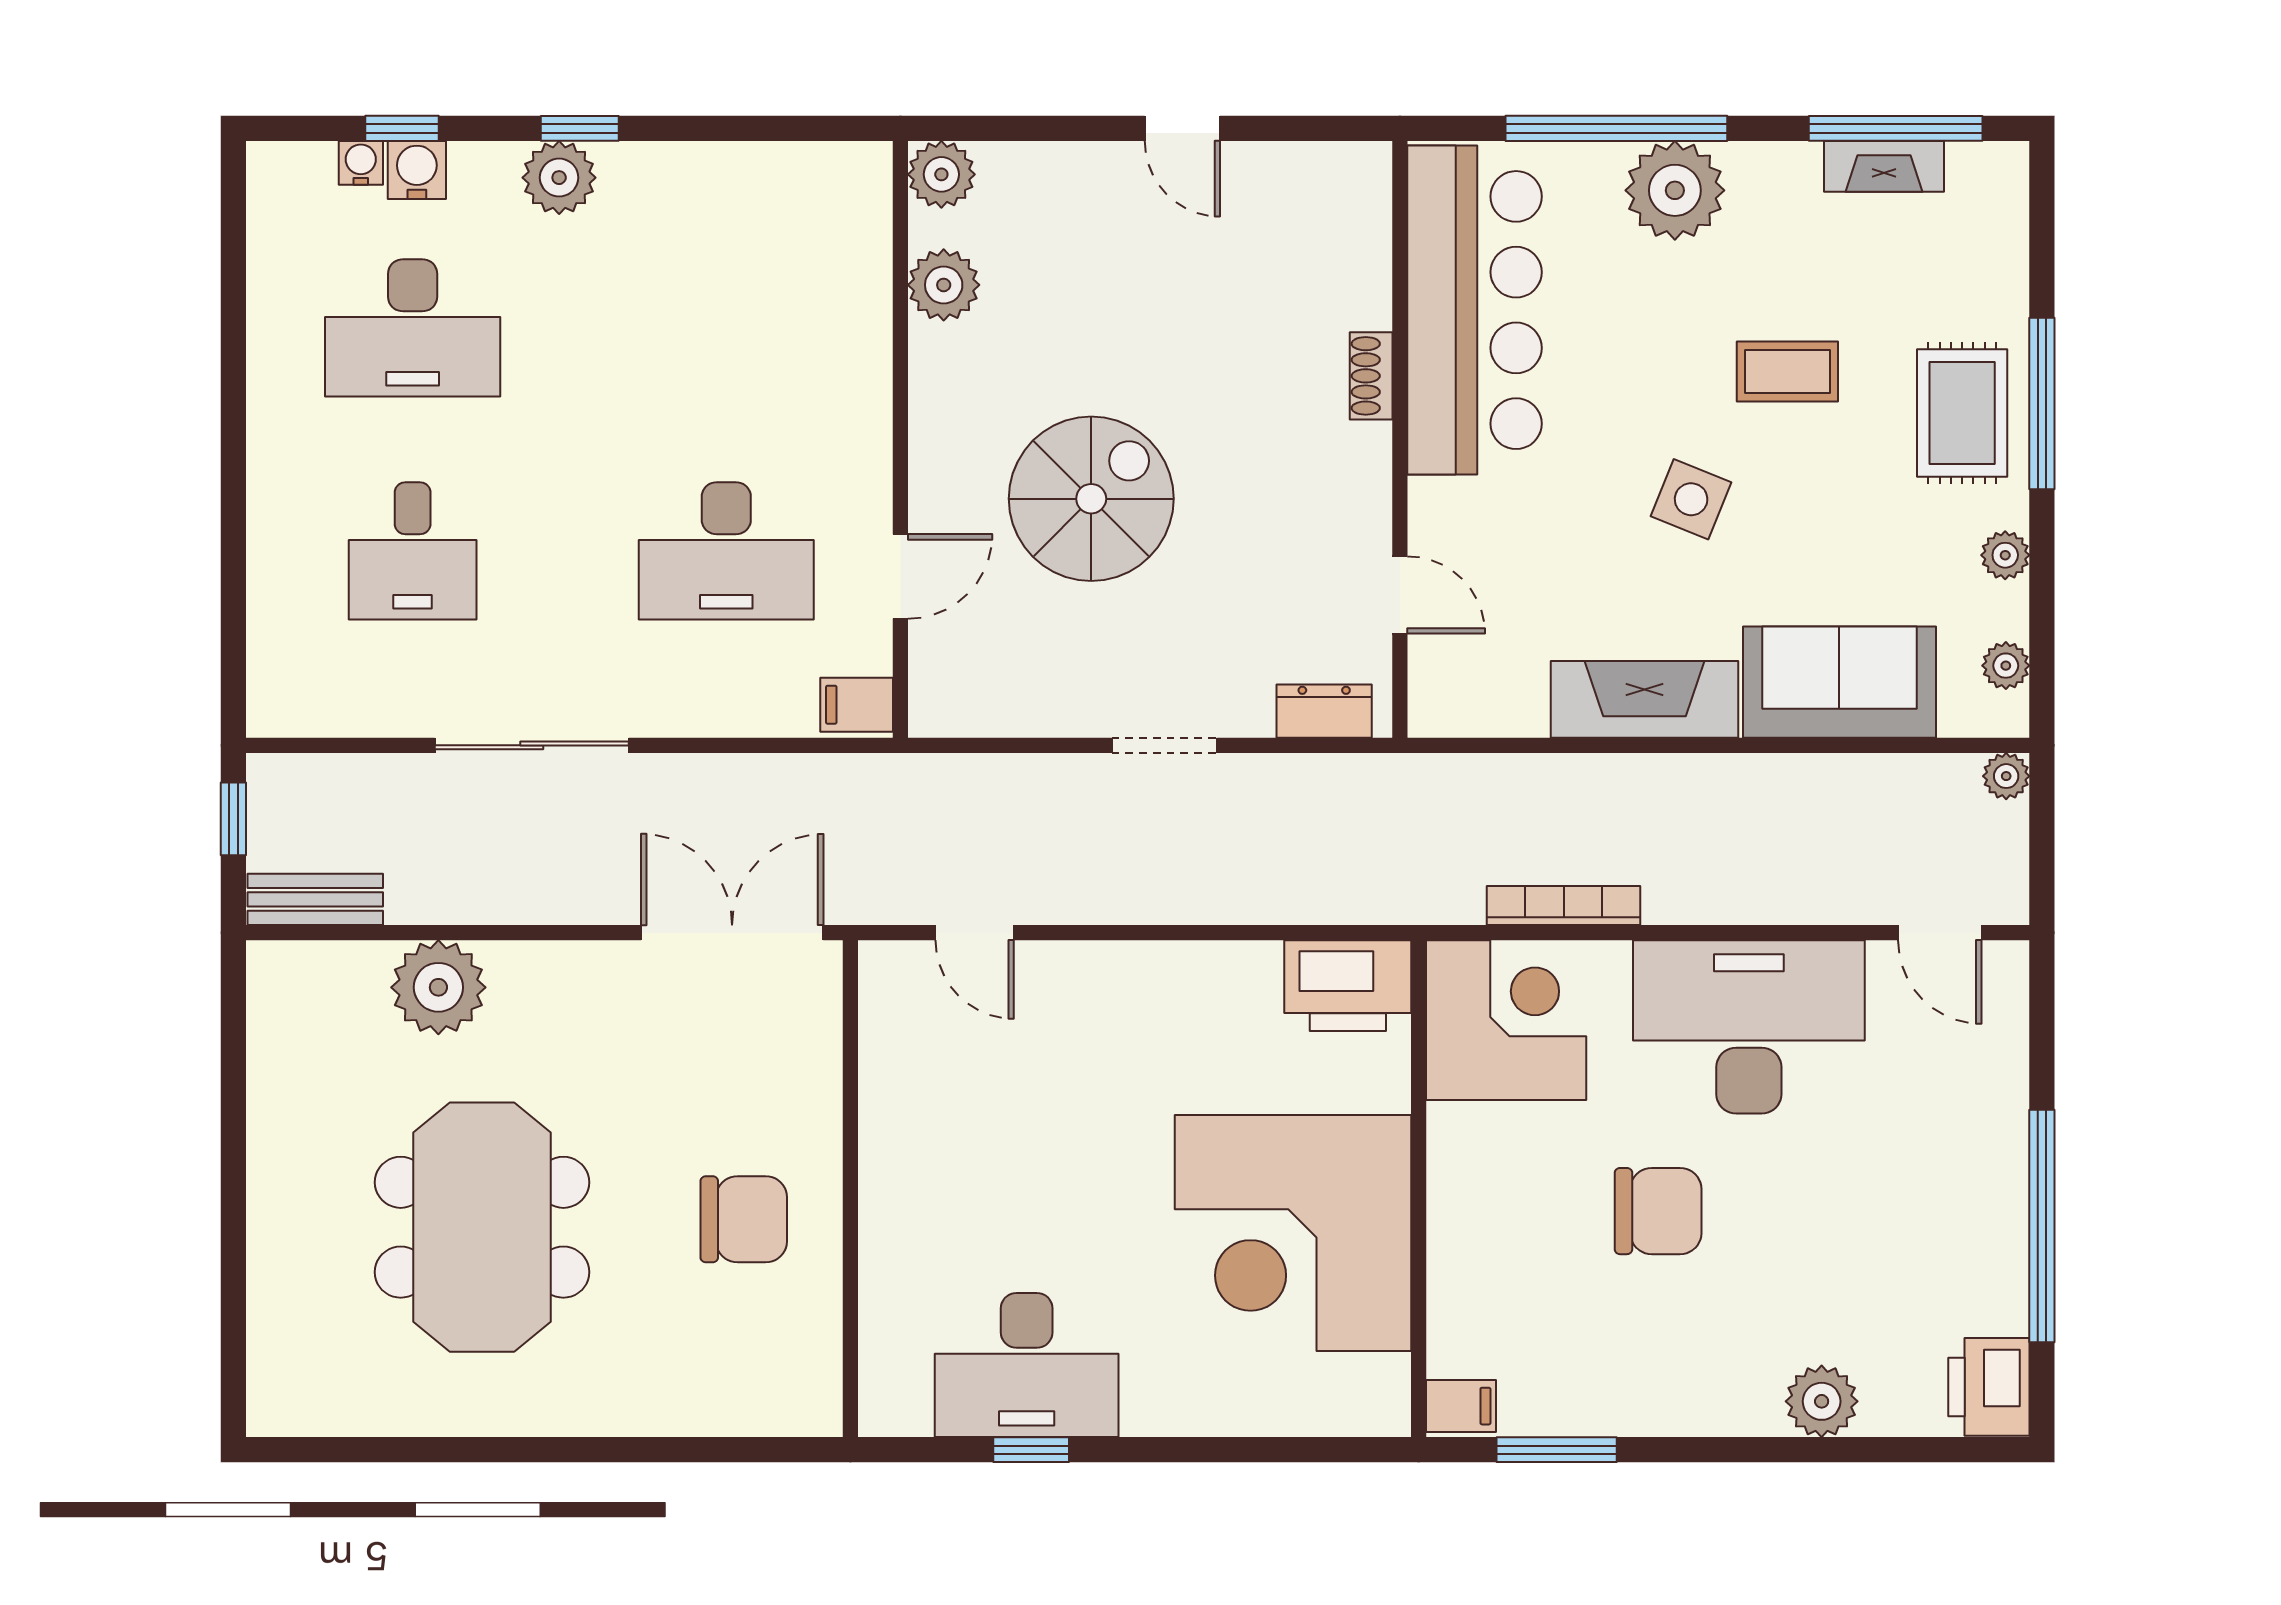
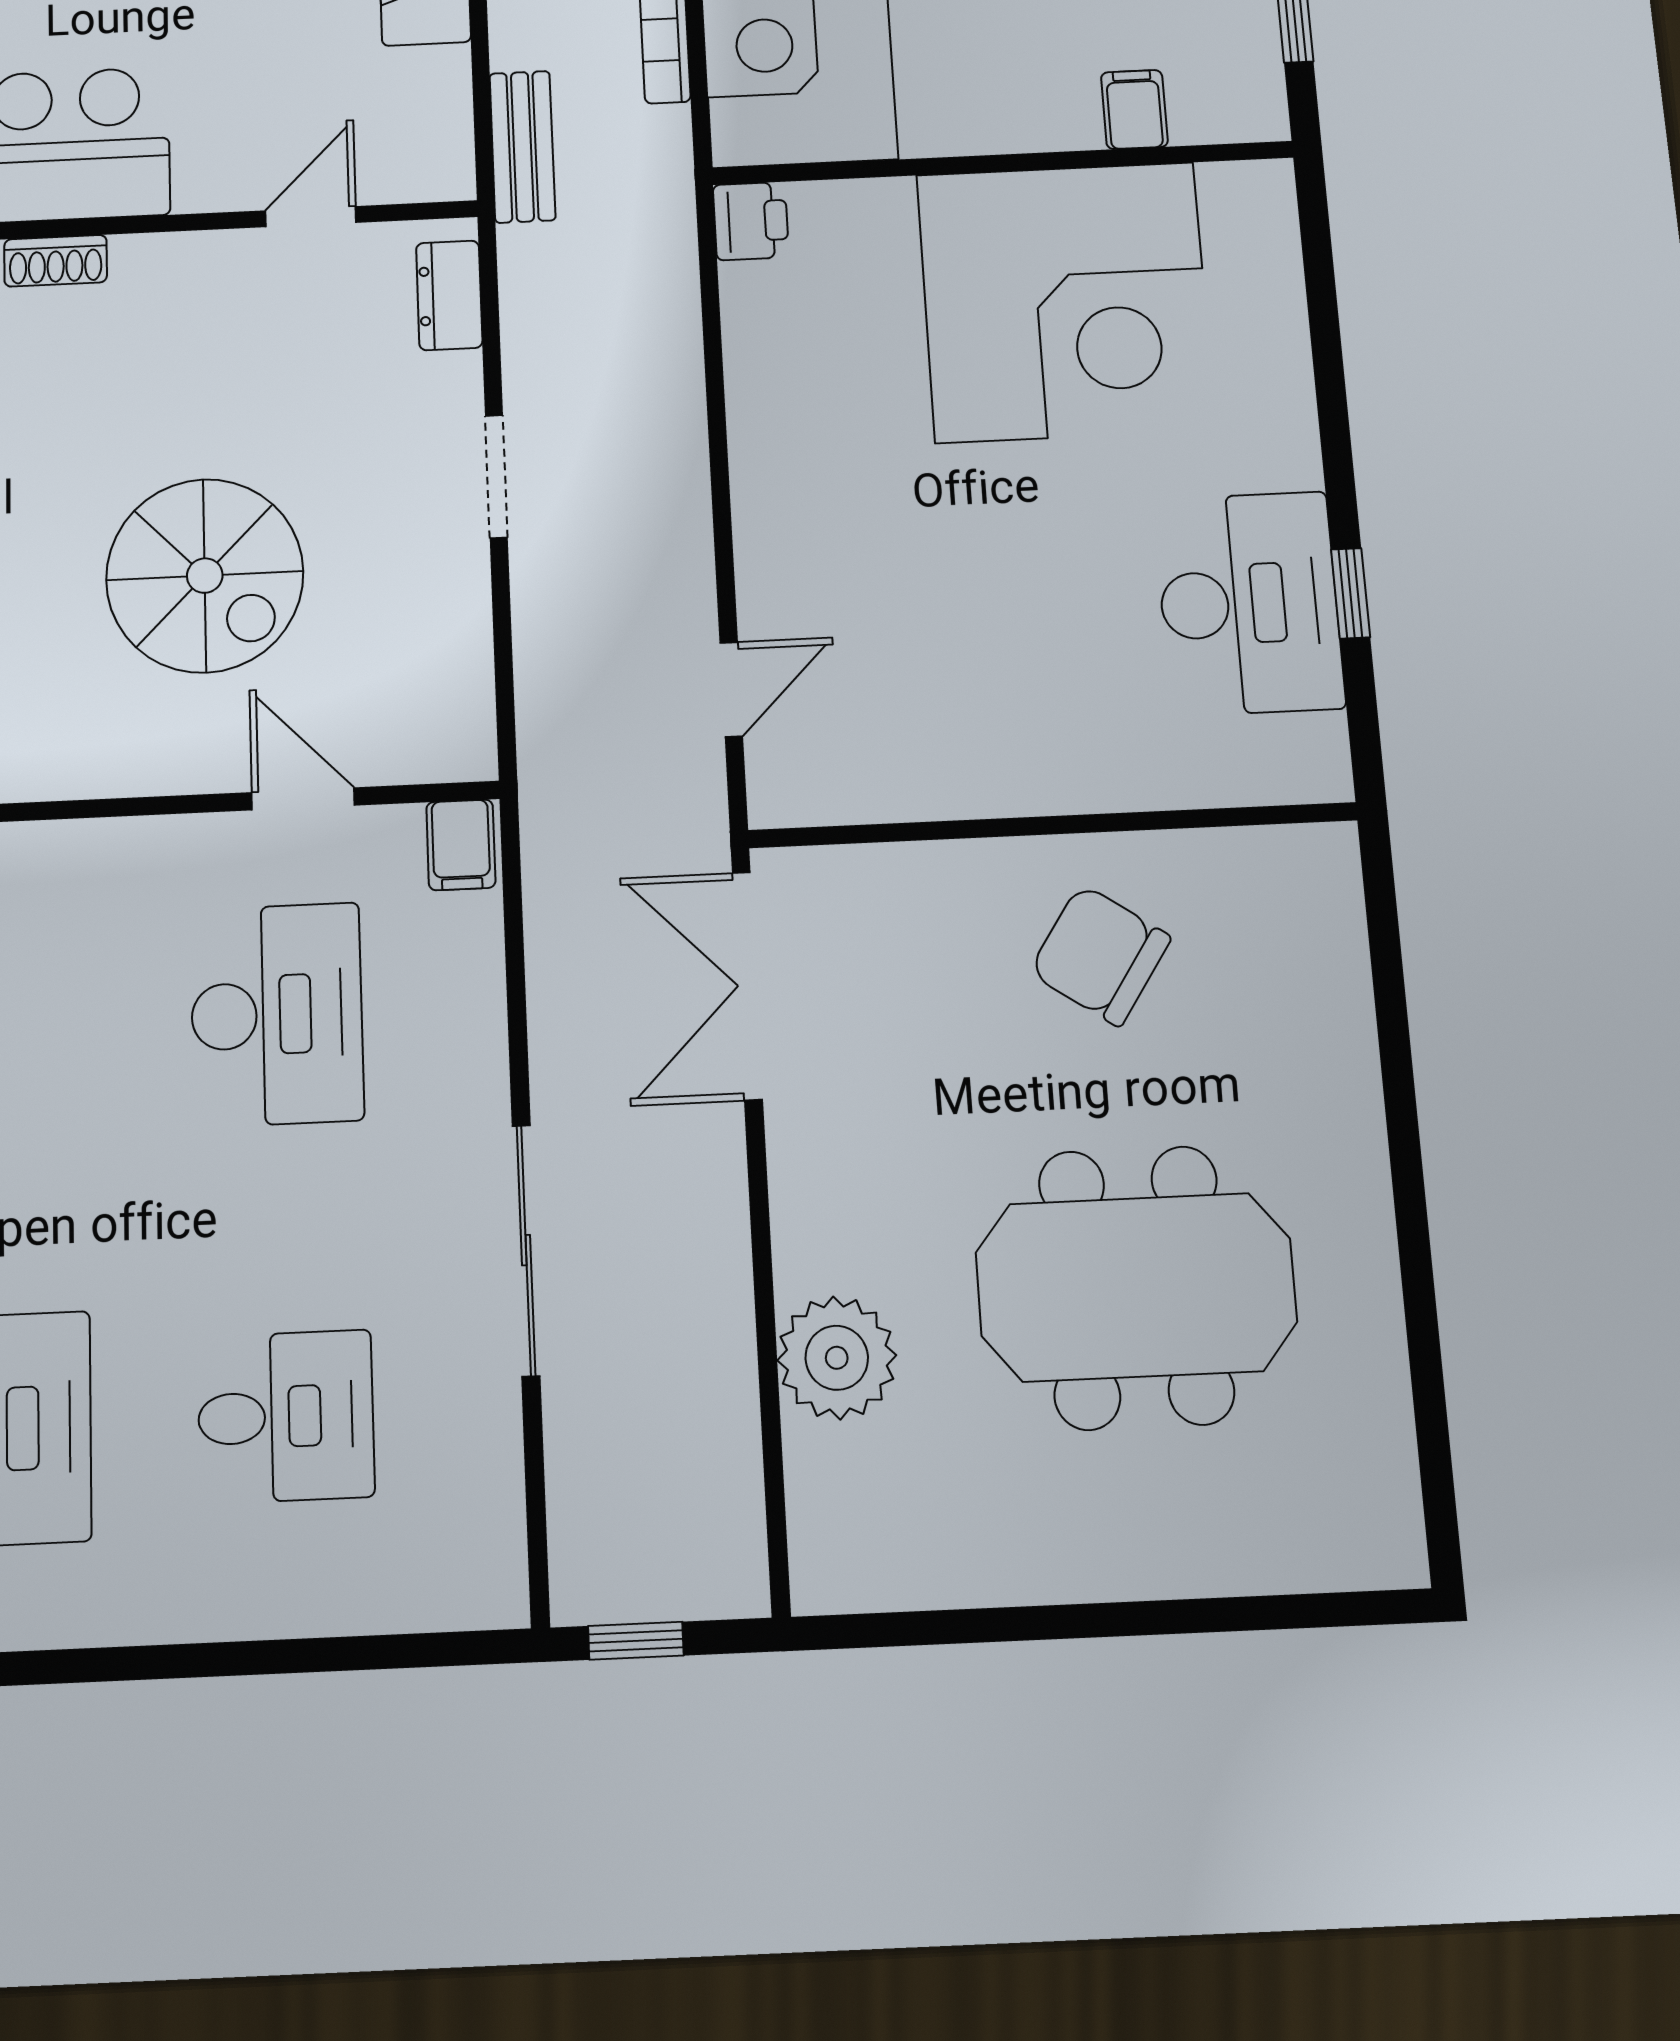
spiral stairs: (1091, 499) -> (205, 576), turned 180
bench: (315, 899) -> (522, 147), moved
printer: (1348, 986) -> (751, 221), width x0.53, depth x0.68
chair: (744, 1219) -> (1100, 955), turned -56
filing cabinet: (1461, 1406) -> (1134, 110), moved

